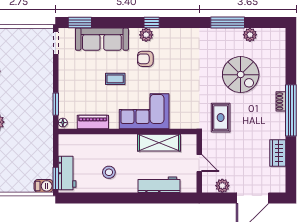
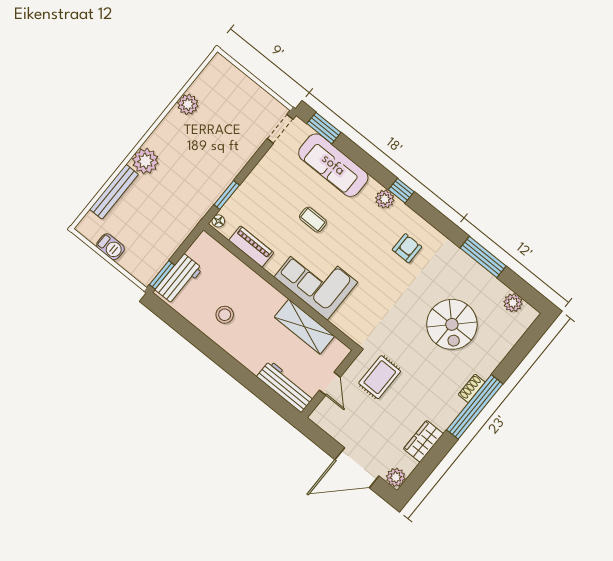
plant: (250, 35) -> (513, 303), moved
armchair: (145, 59) -> (407, 248), moved, turned 90
rug: (221, 118) -> (380, 377), moved
workbench: (159, 185) -> (286, 386), moved
barbecue: (44, 186) -> (110, 247), moved
plant: (222, 186) -> (396, 477), moved

